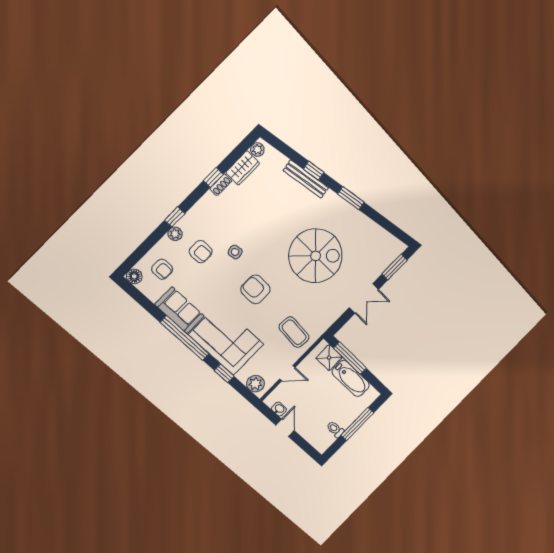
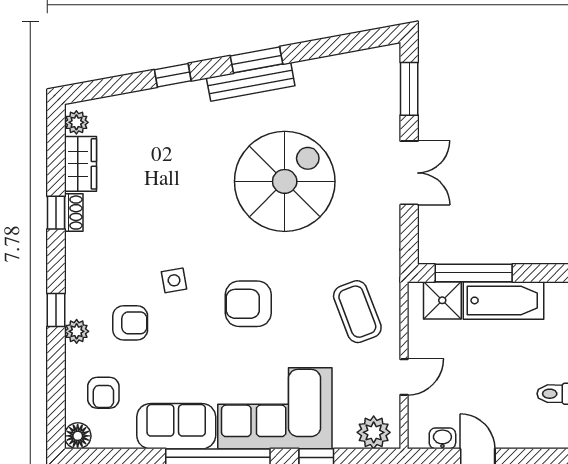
bench: (306, 179) -> (251, 82), moved
armchair: (162, 269) -> (103, 393), turned 90
coffee table: (294, 332) -> (357, 312), turned 64

